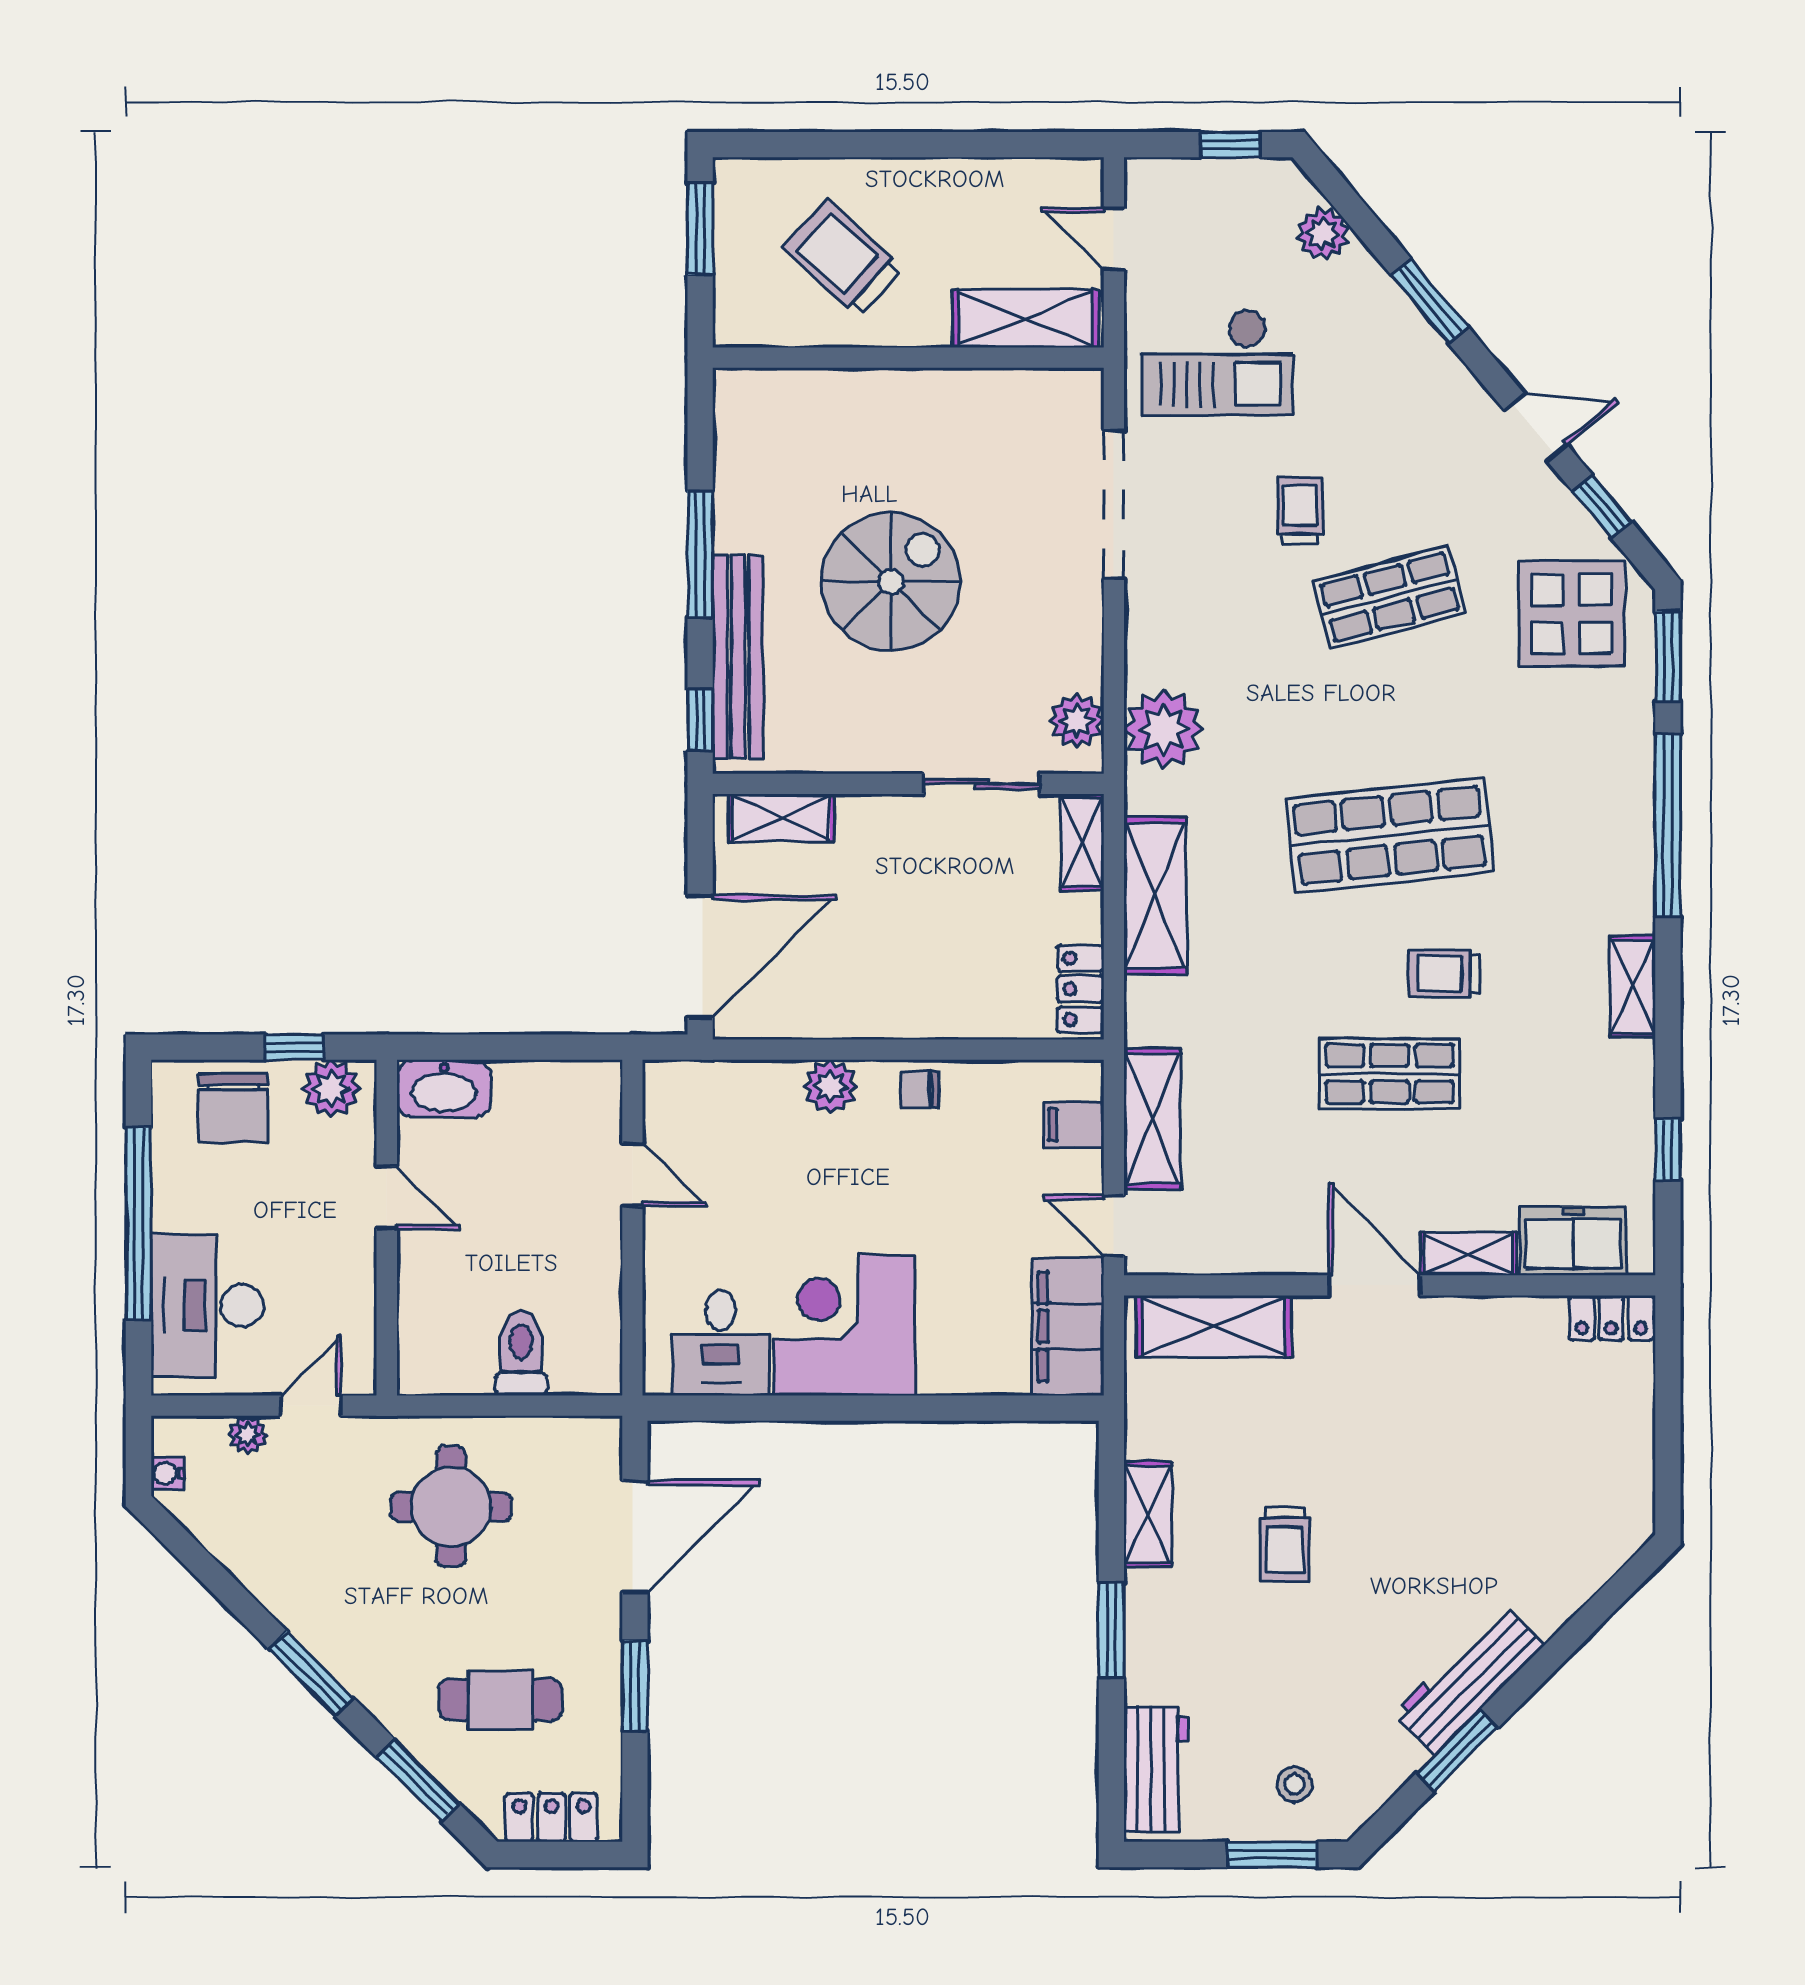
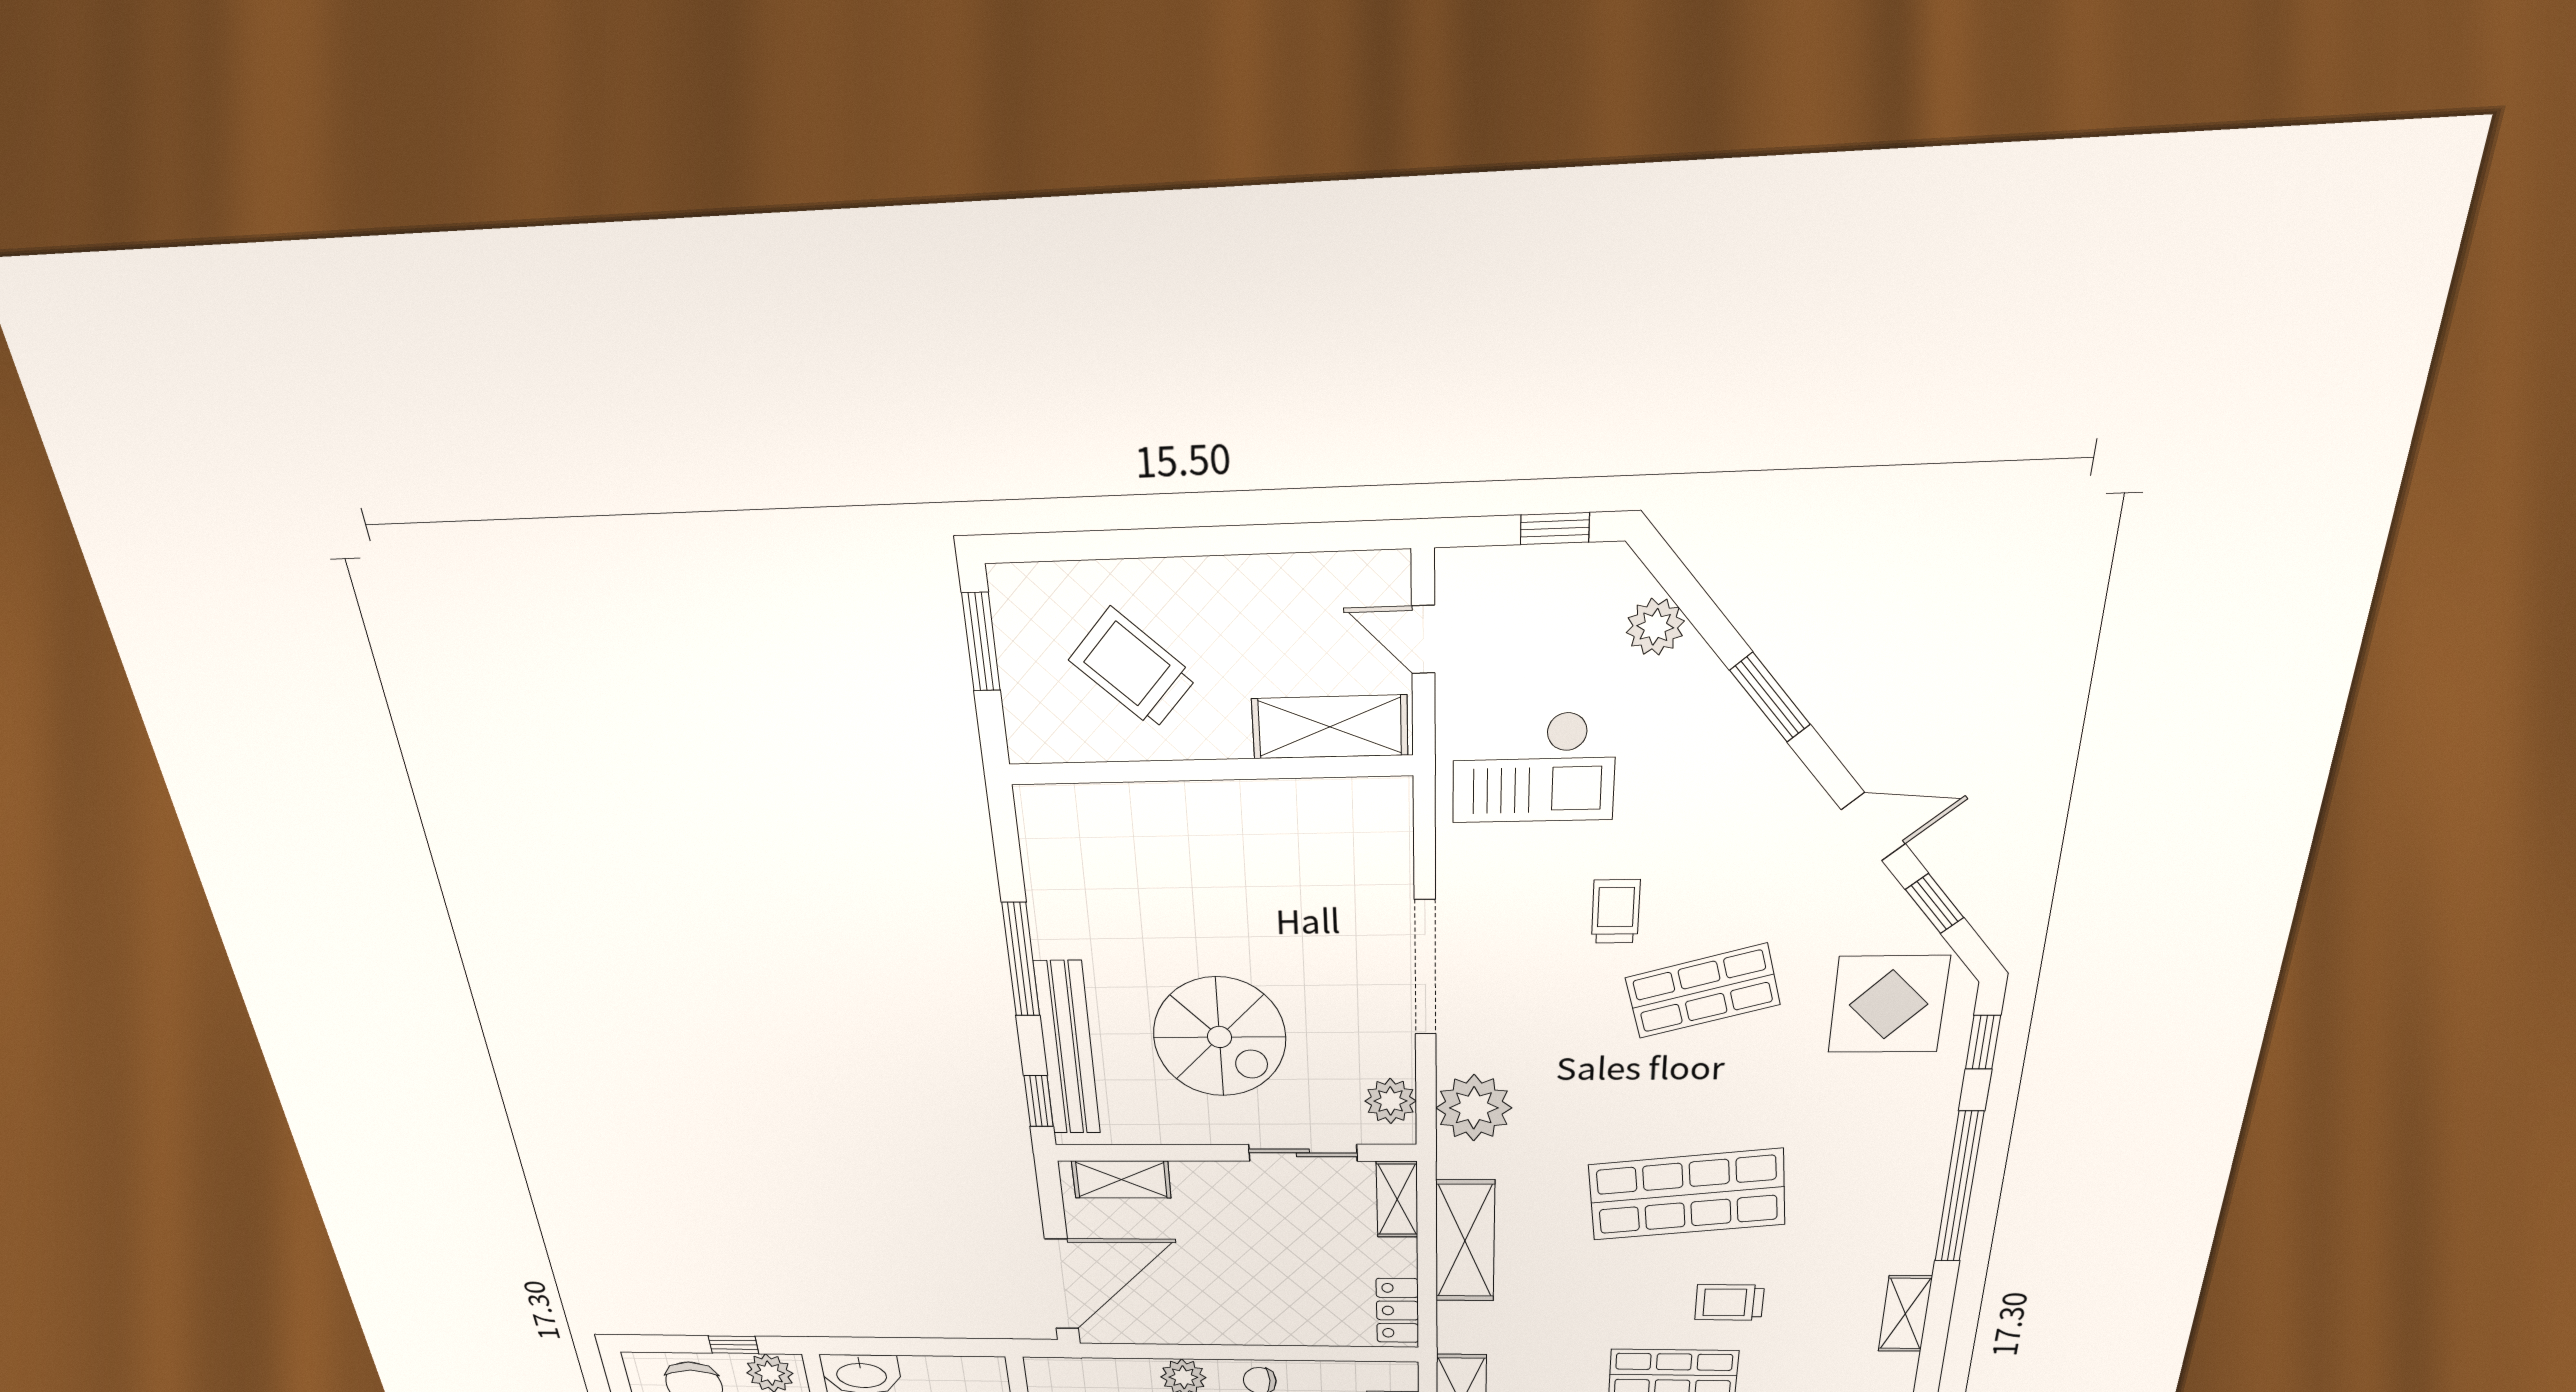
doorway: (1114, 505) -> (1425, 968), moved
spiral stairs: (891, 582) -> (1220, 1037), moved, turned 90
window: (1668, 656) -> (1983, 1042), width x0.67

